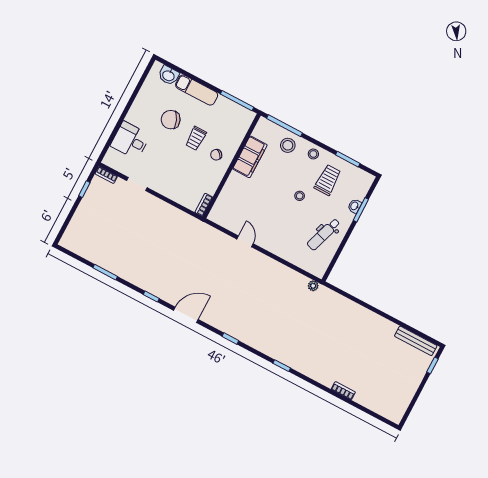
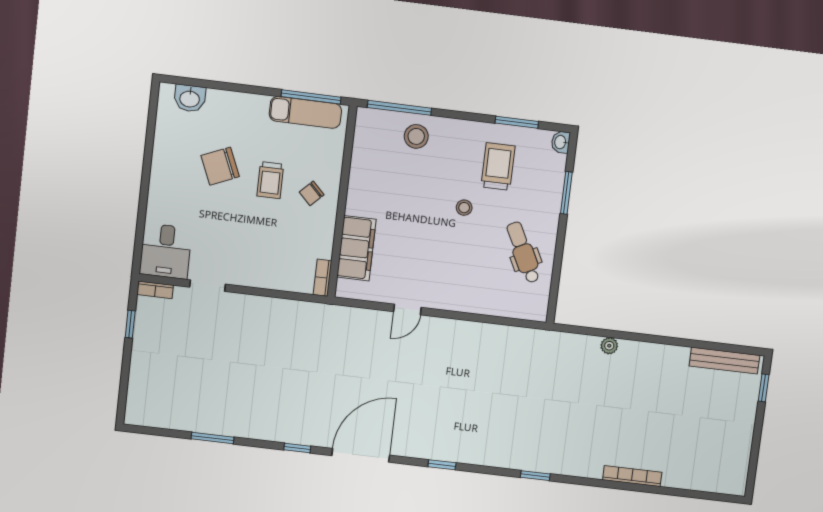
exam couch: (197, 90) -> (305, 112), moved
desk: (130, 140) -> (166, 251), moved, turned -90
stool: (313, 154) -> (461, 135), removed
filing cabinet: (250, 157) -> (356, 248), moved
washbasin: (355, 206) -> (561, 142), moved
dental chair: (324, 234) -> (523, 252), turned 135
door: (245, 241) -> (407, 310), swing flipped
plant: (313, 286) -> (609, 346), moved
door: (186, 315) -> (361, 455), width x1.36
bookcase: (343, 391) -> (632, 476), width x1.56

